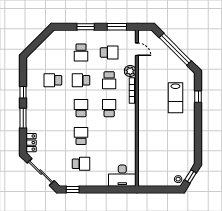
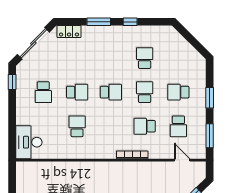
door: (137, 49) -> (182, 160), swing flipped
plant: (130, 71) -> (156, 152), removed
school desk: (109, 108) -> (77, 126), moved, turned -90

